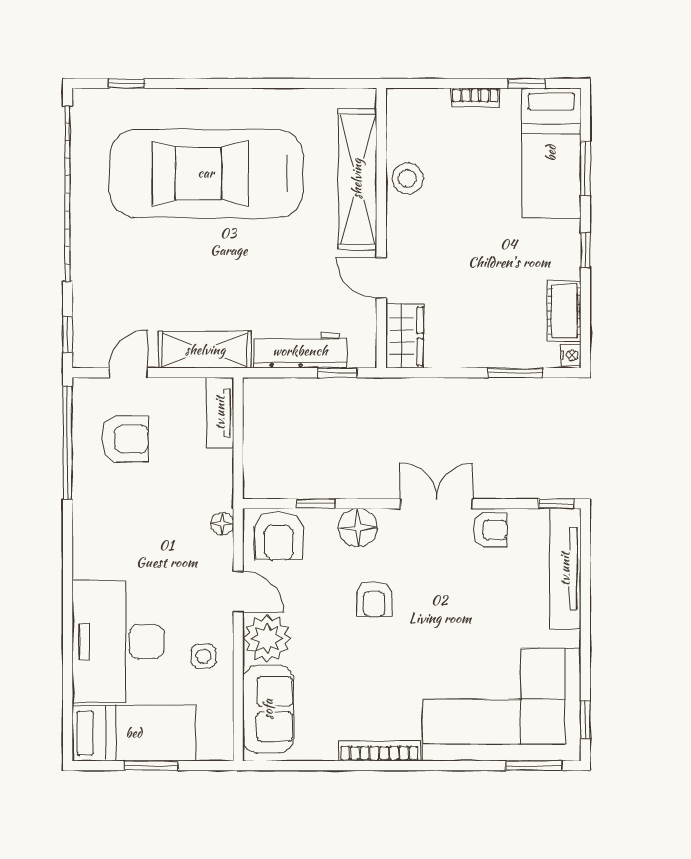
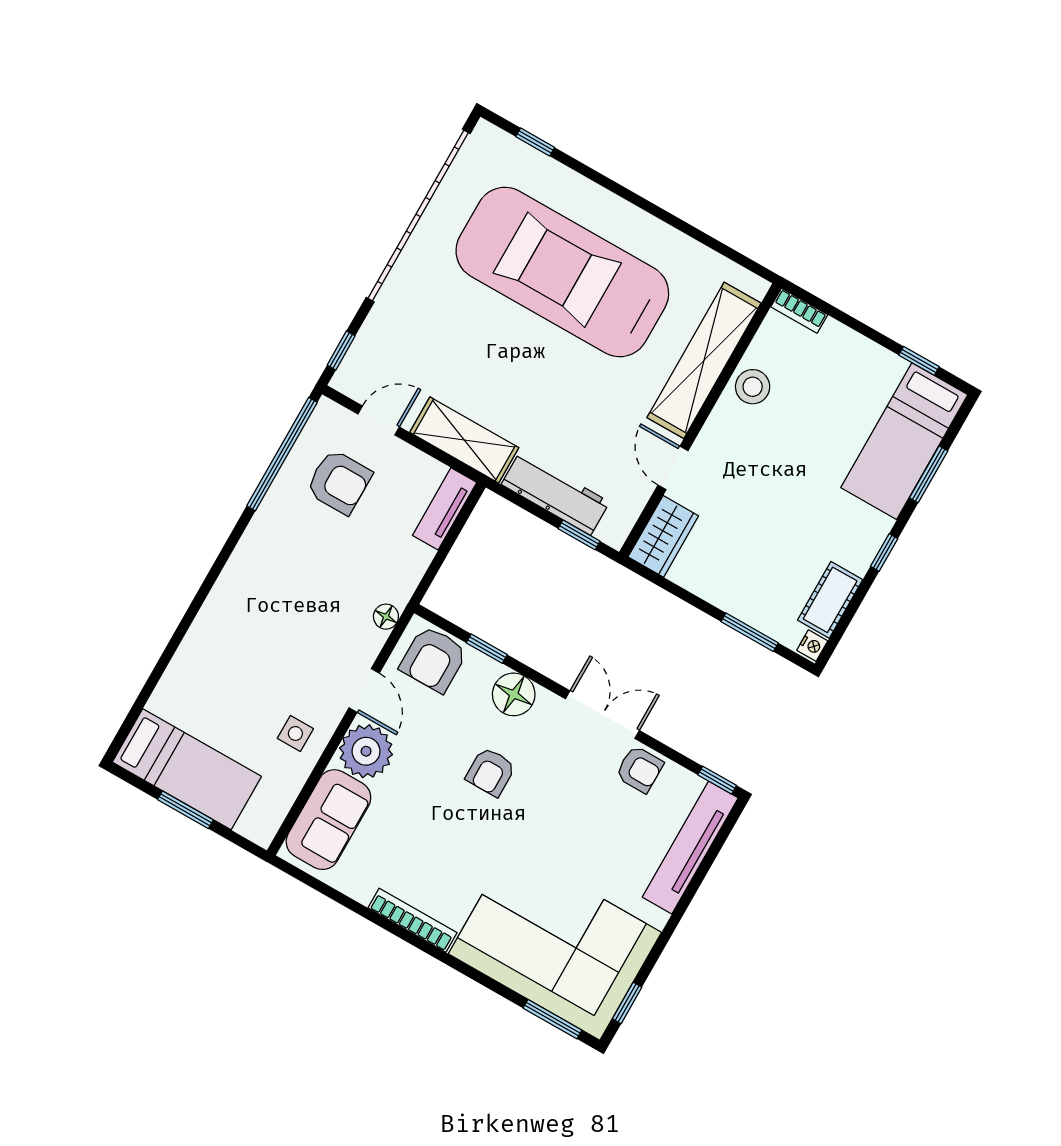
bookcase: (475, 98) -> (799, 311), moved
desk: (118, 642) -> (222, 673), removed

